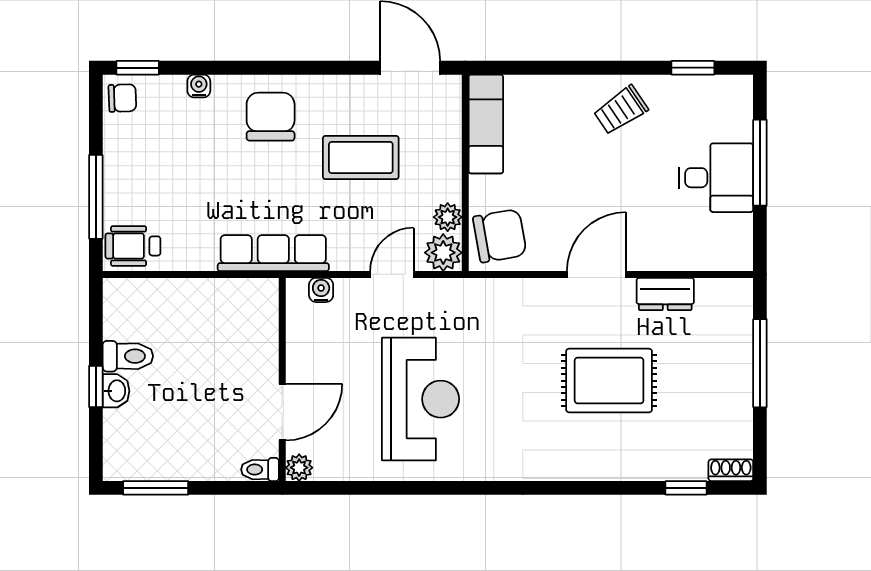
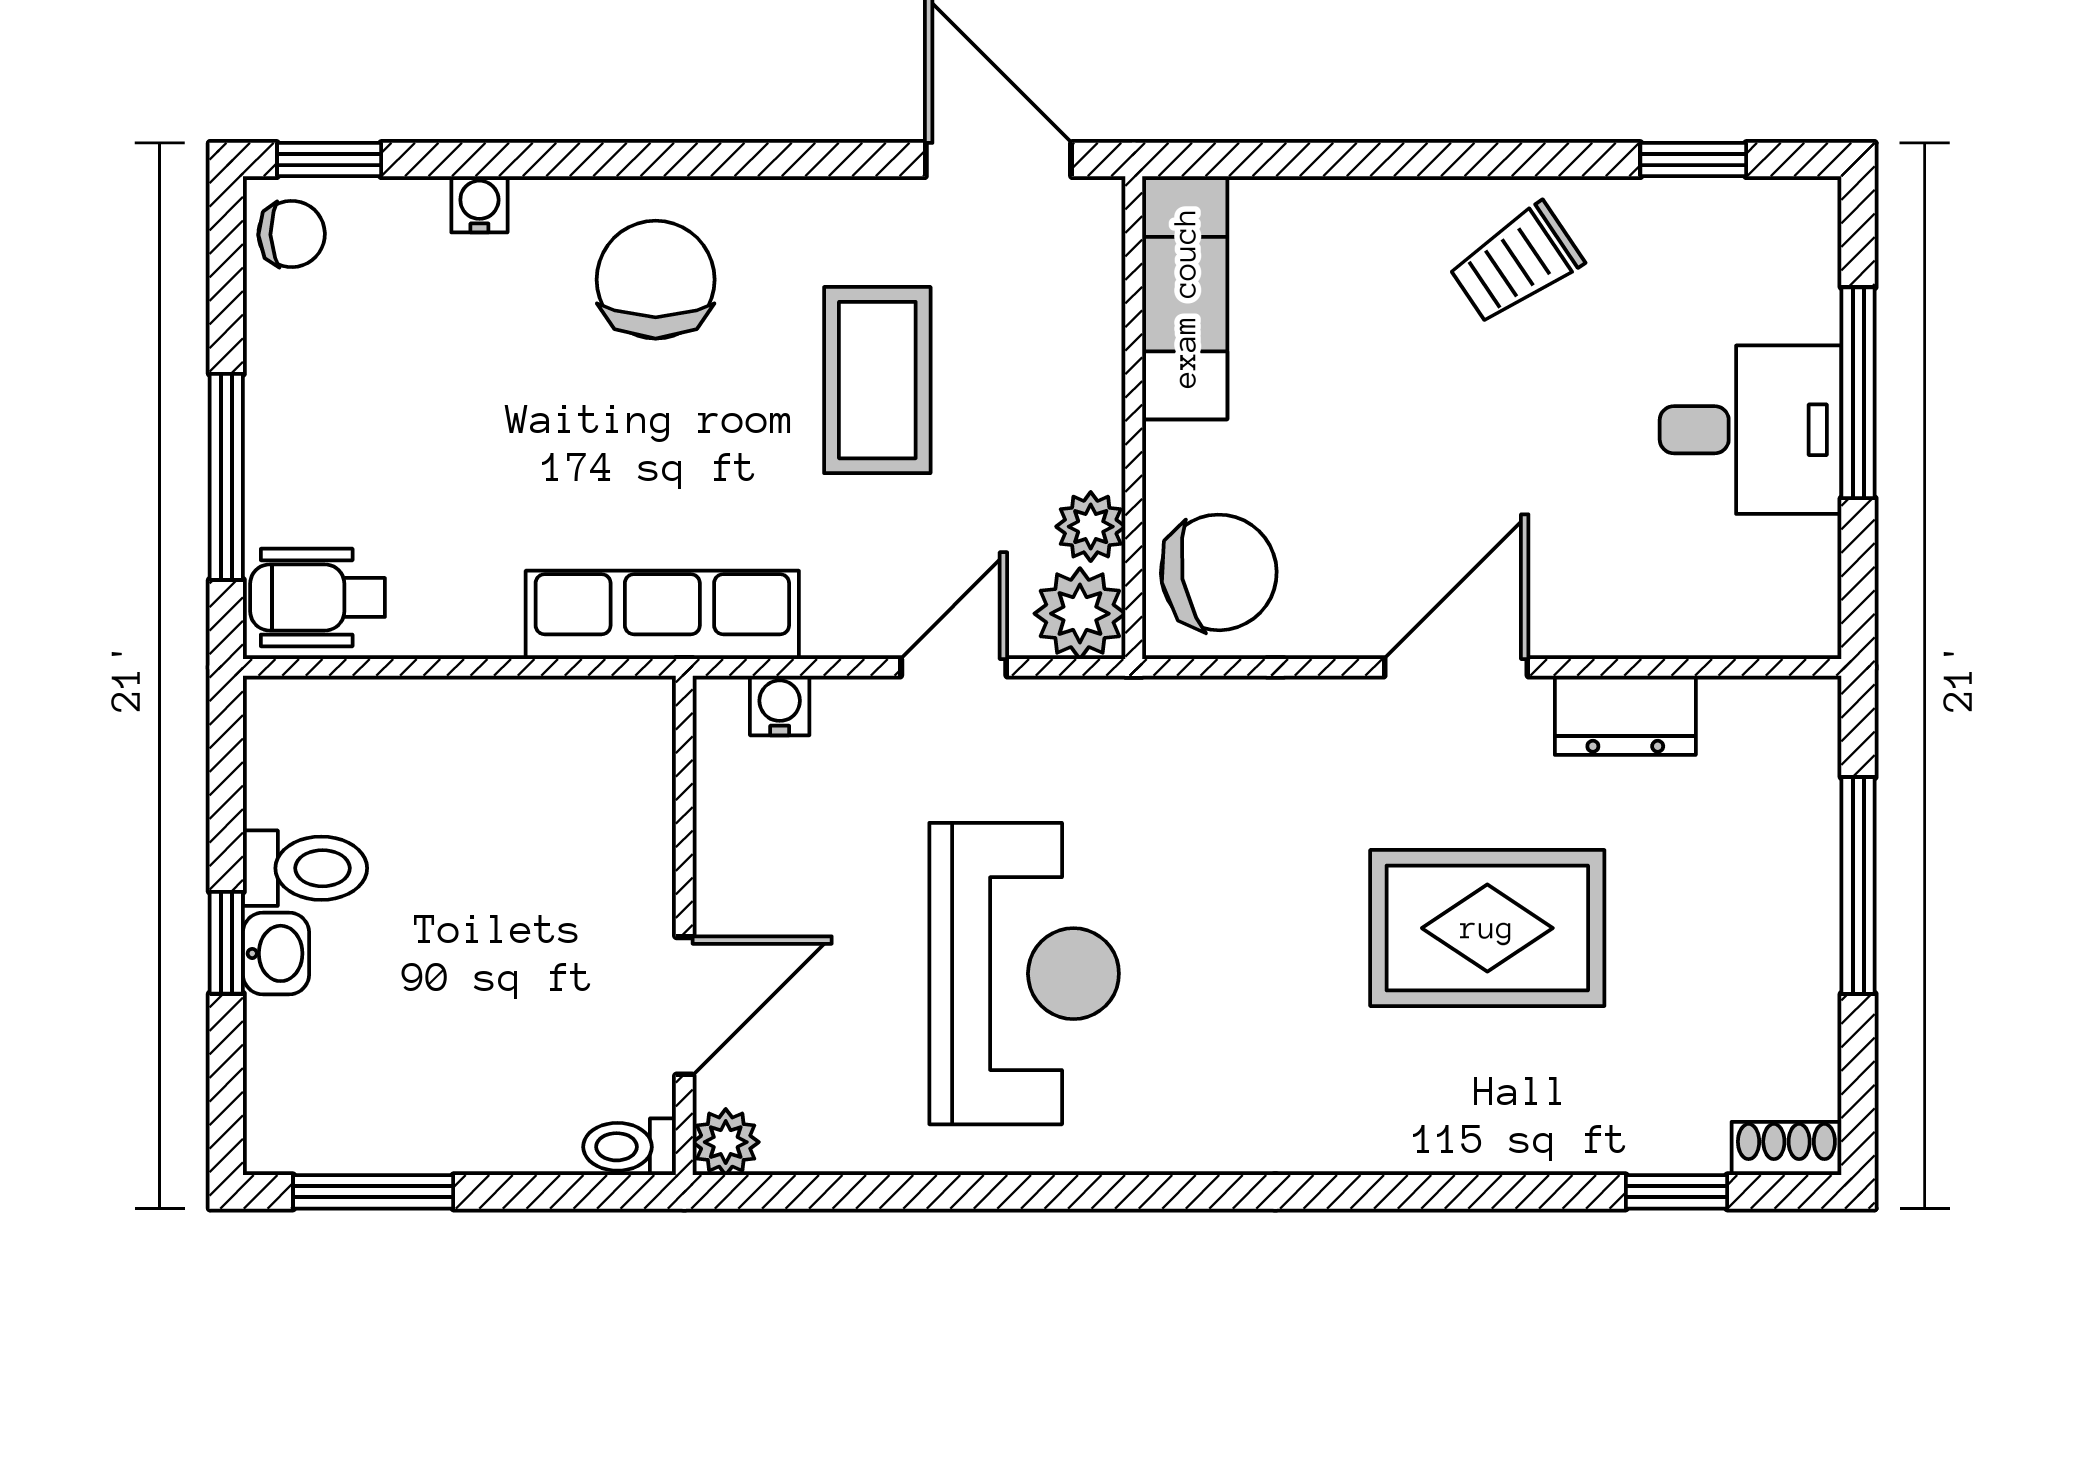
coffee table: (361, 157) -> (877, 380), turned 90

